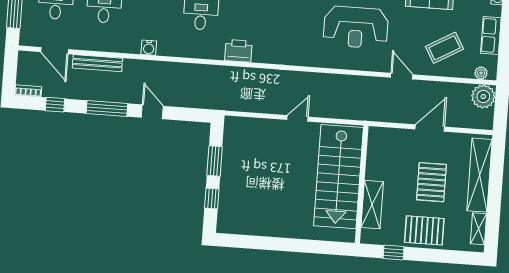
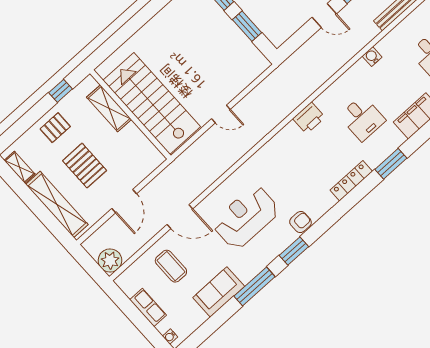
coffee table: (444, 48) -> (171, 266), turned -60
plant: (481, 73) -> (128, 275), removed
door: (402, 76) -> (180, 217), width x1.38
door: (297, 118) -> (221, 114), hinge flipped
pallet: (424, 230) -> (55, 128), width x0.67, depth x0.71

